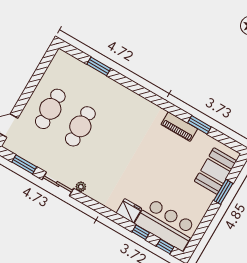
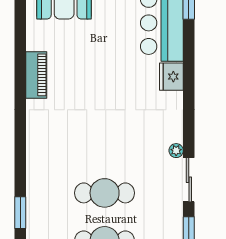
window: (199, 125) -> (20, 52), removed
window: (141, 232) -> (189, 48), removed

